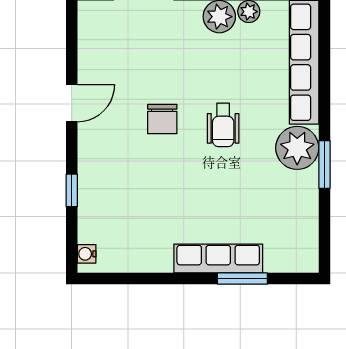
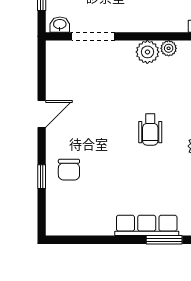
chair: (162, 119) -> (69, 170), moved
water cooler: (87, 254) -> (52, 222), removed

